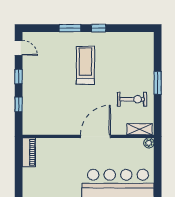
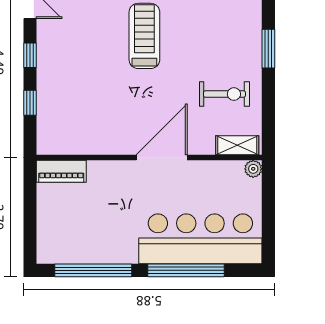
window: (158, 83) -> (268, 49), moved
piano: (29, 152) -> (61, 171), moved, turned 90

